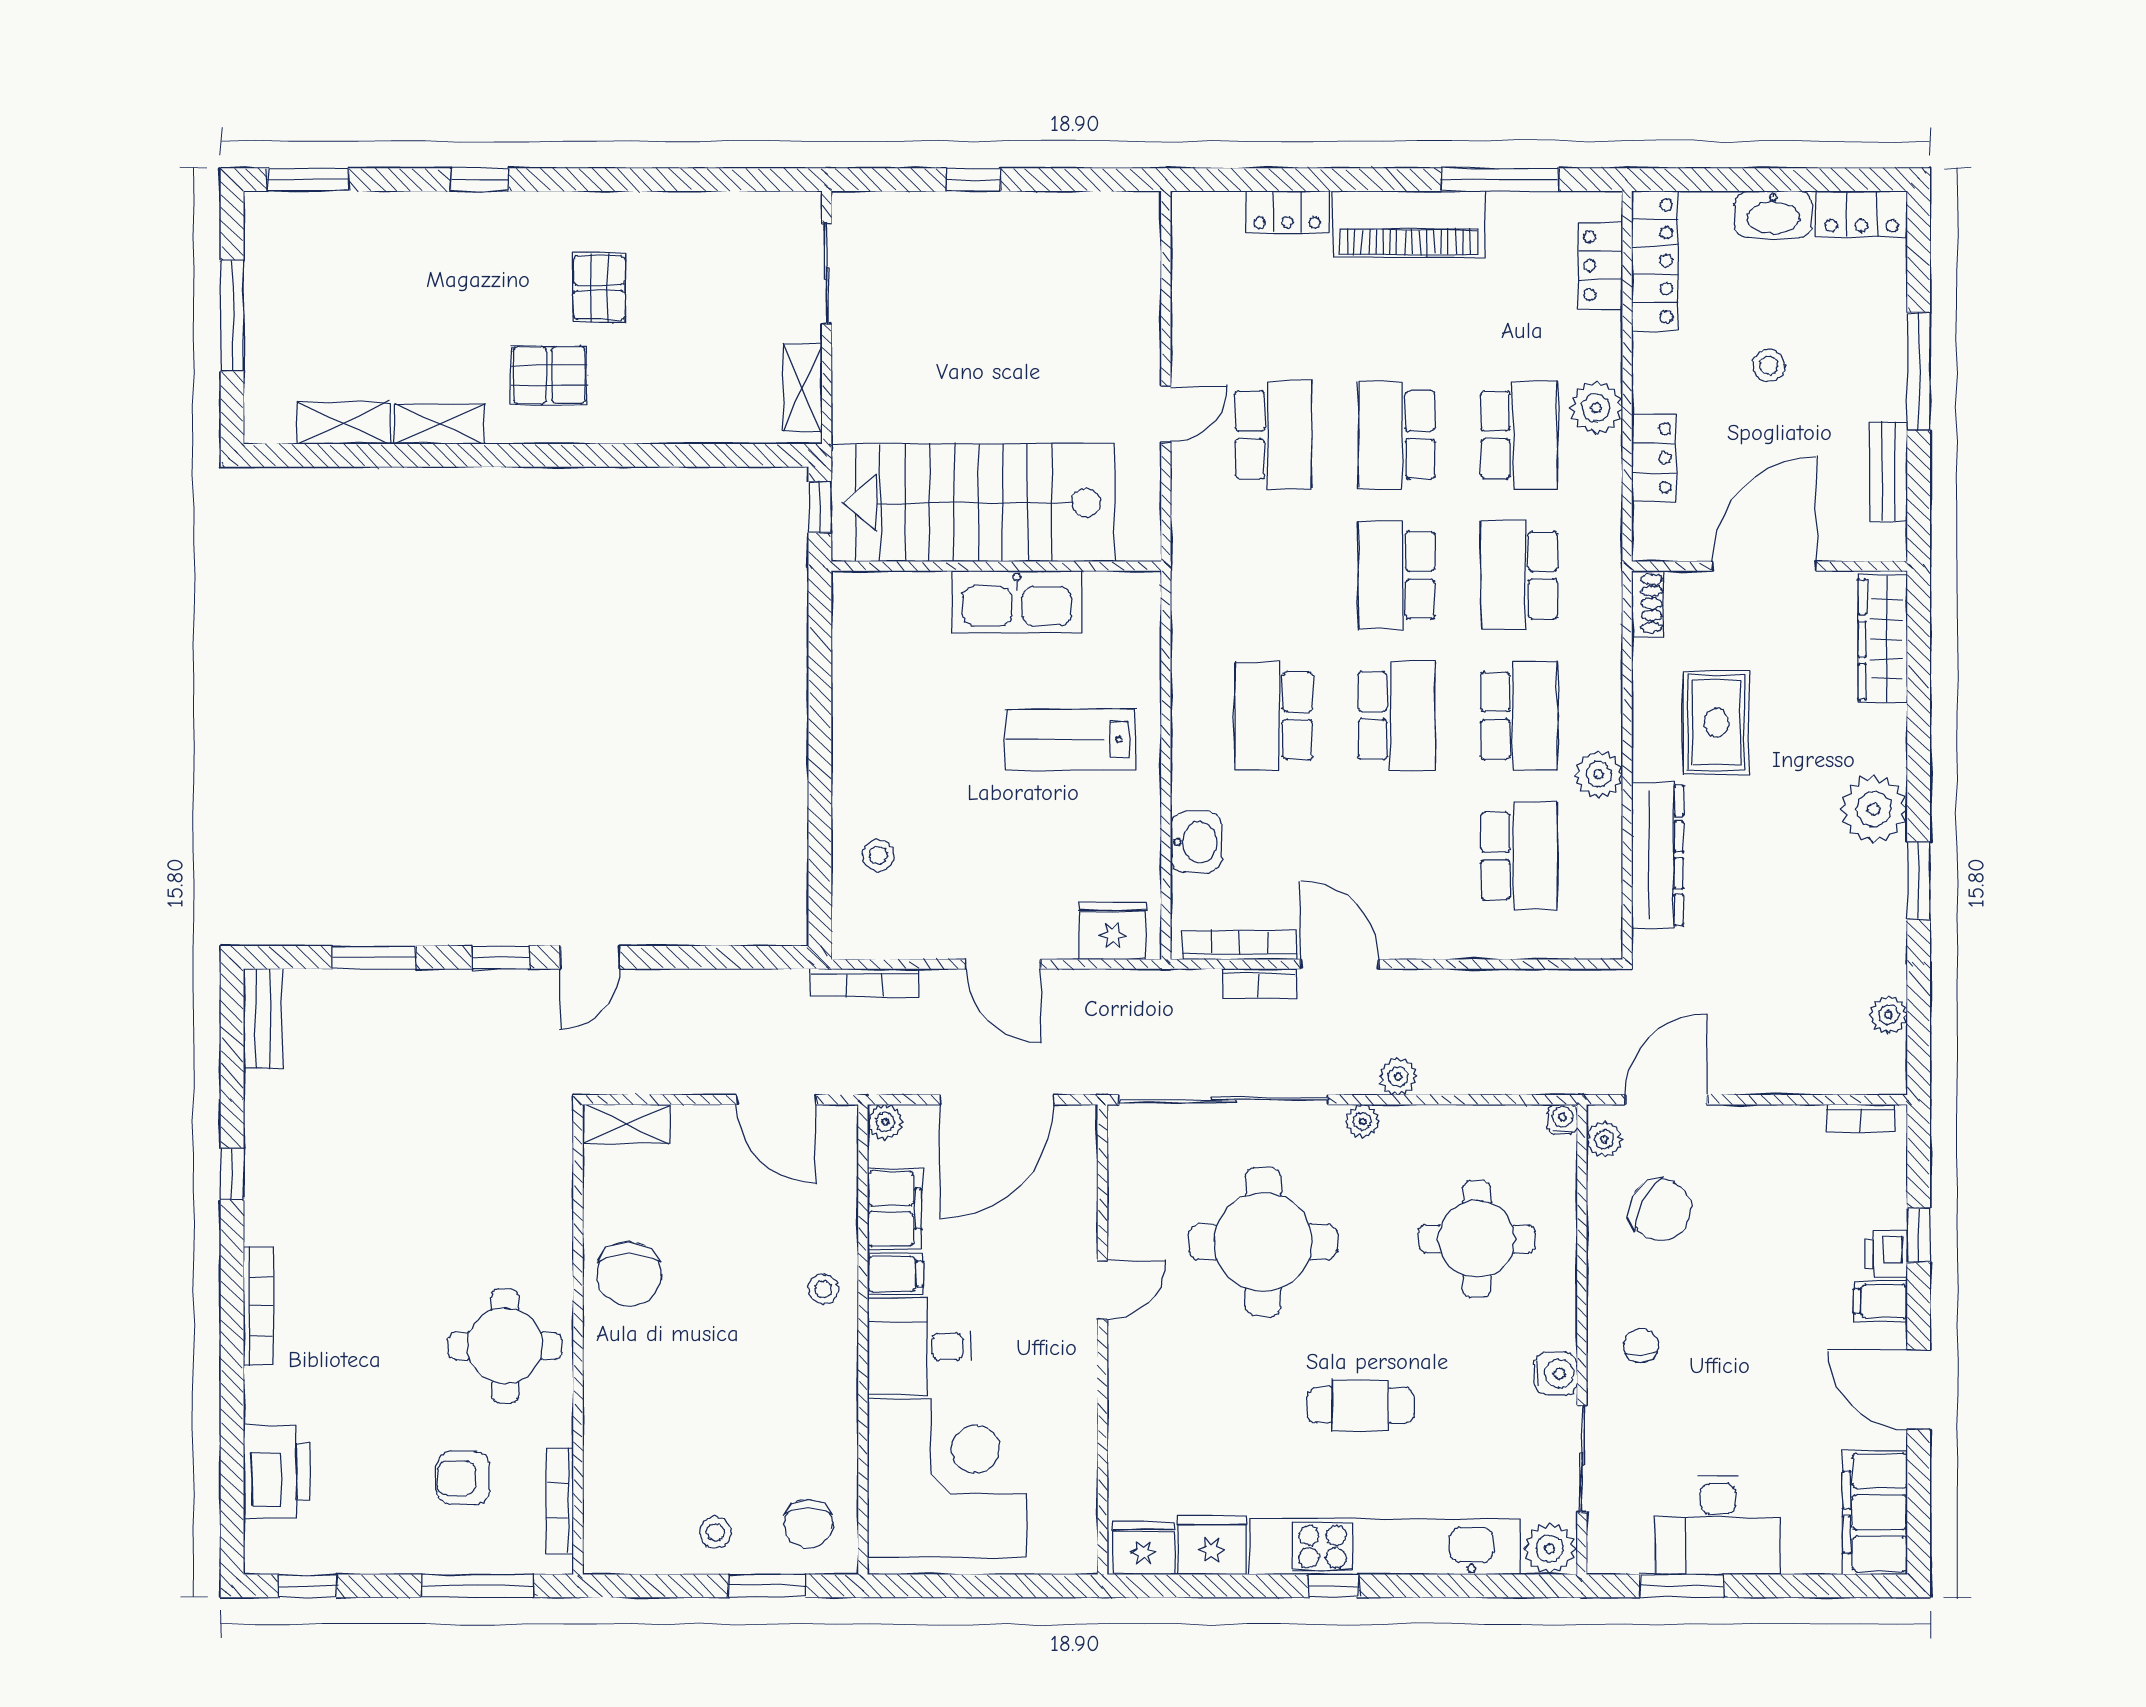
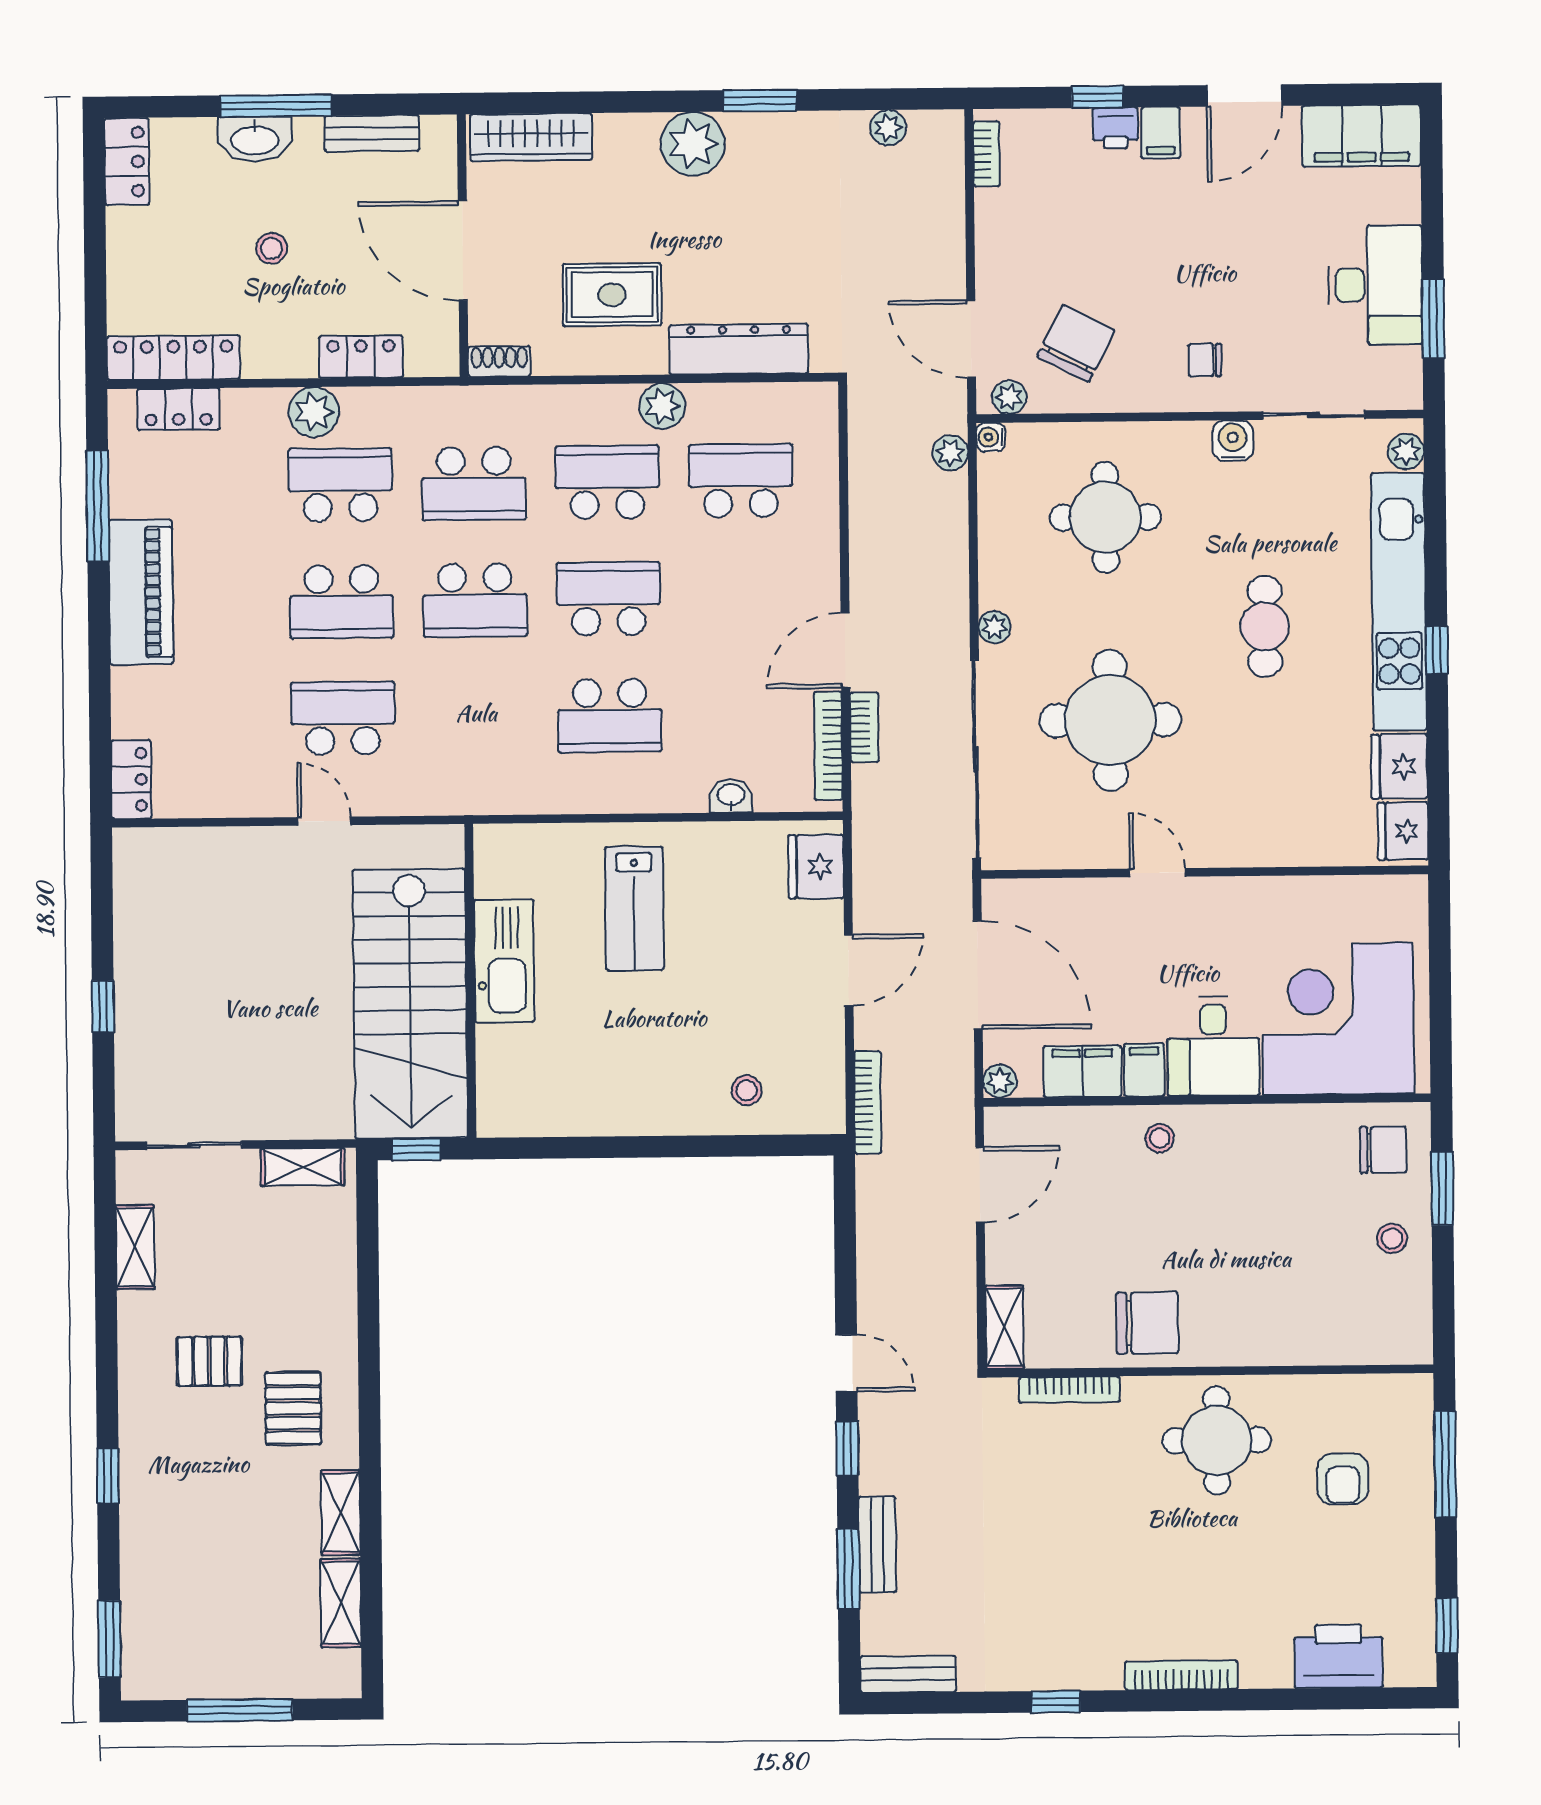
shelving: (720, 211) -> (135, 1247), added
locker: (1287, 212) -> (131, 779), moved
washbasin: (1773, 215) -> (255, 139), moved, turned 90
washbasin: (1196, 842) -> (731, 796), width x0.72, depth x0.69
bench: (399, 988) -> (877, 1545), added
plant: (1398, 1077) -> (950, 453), moved
bookcase: (560, 1501) -> (1069, 1390), moved
plant: (1550, 1549) -> (1406, 451), width x0.73, depth x0.73

